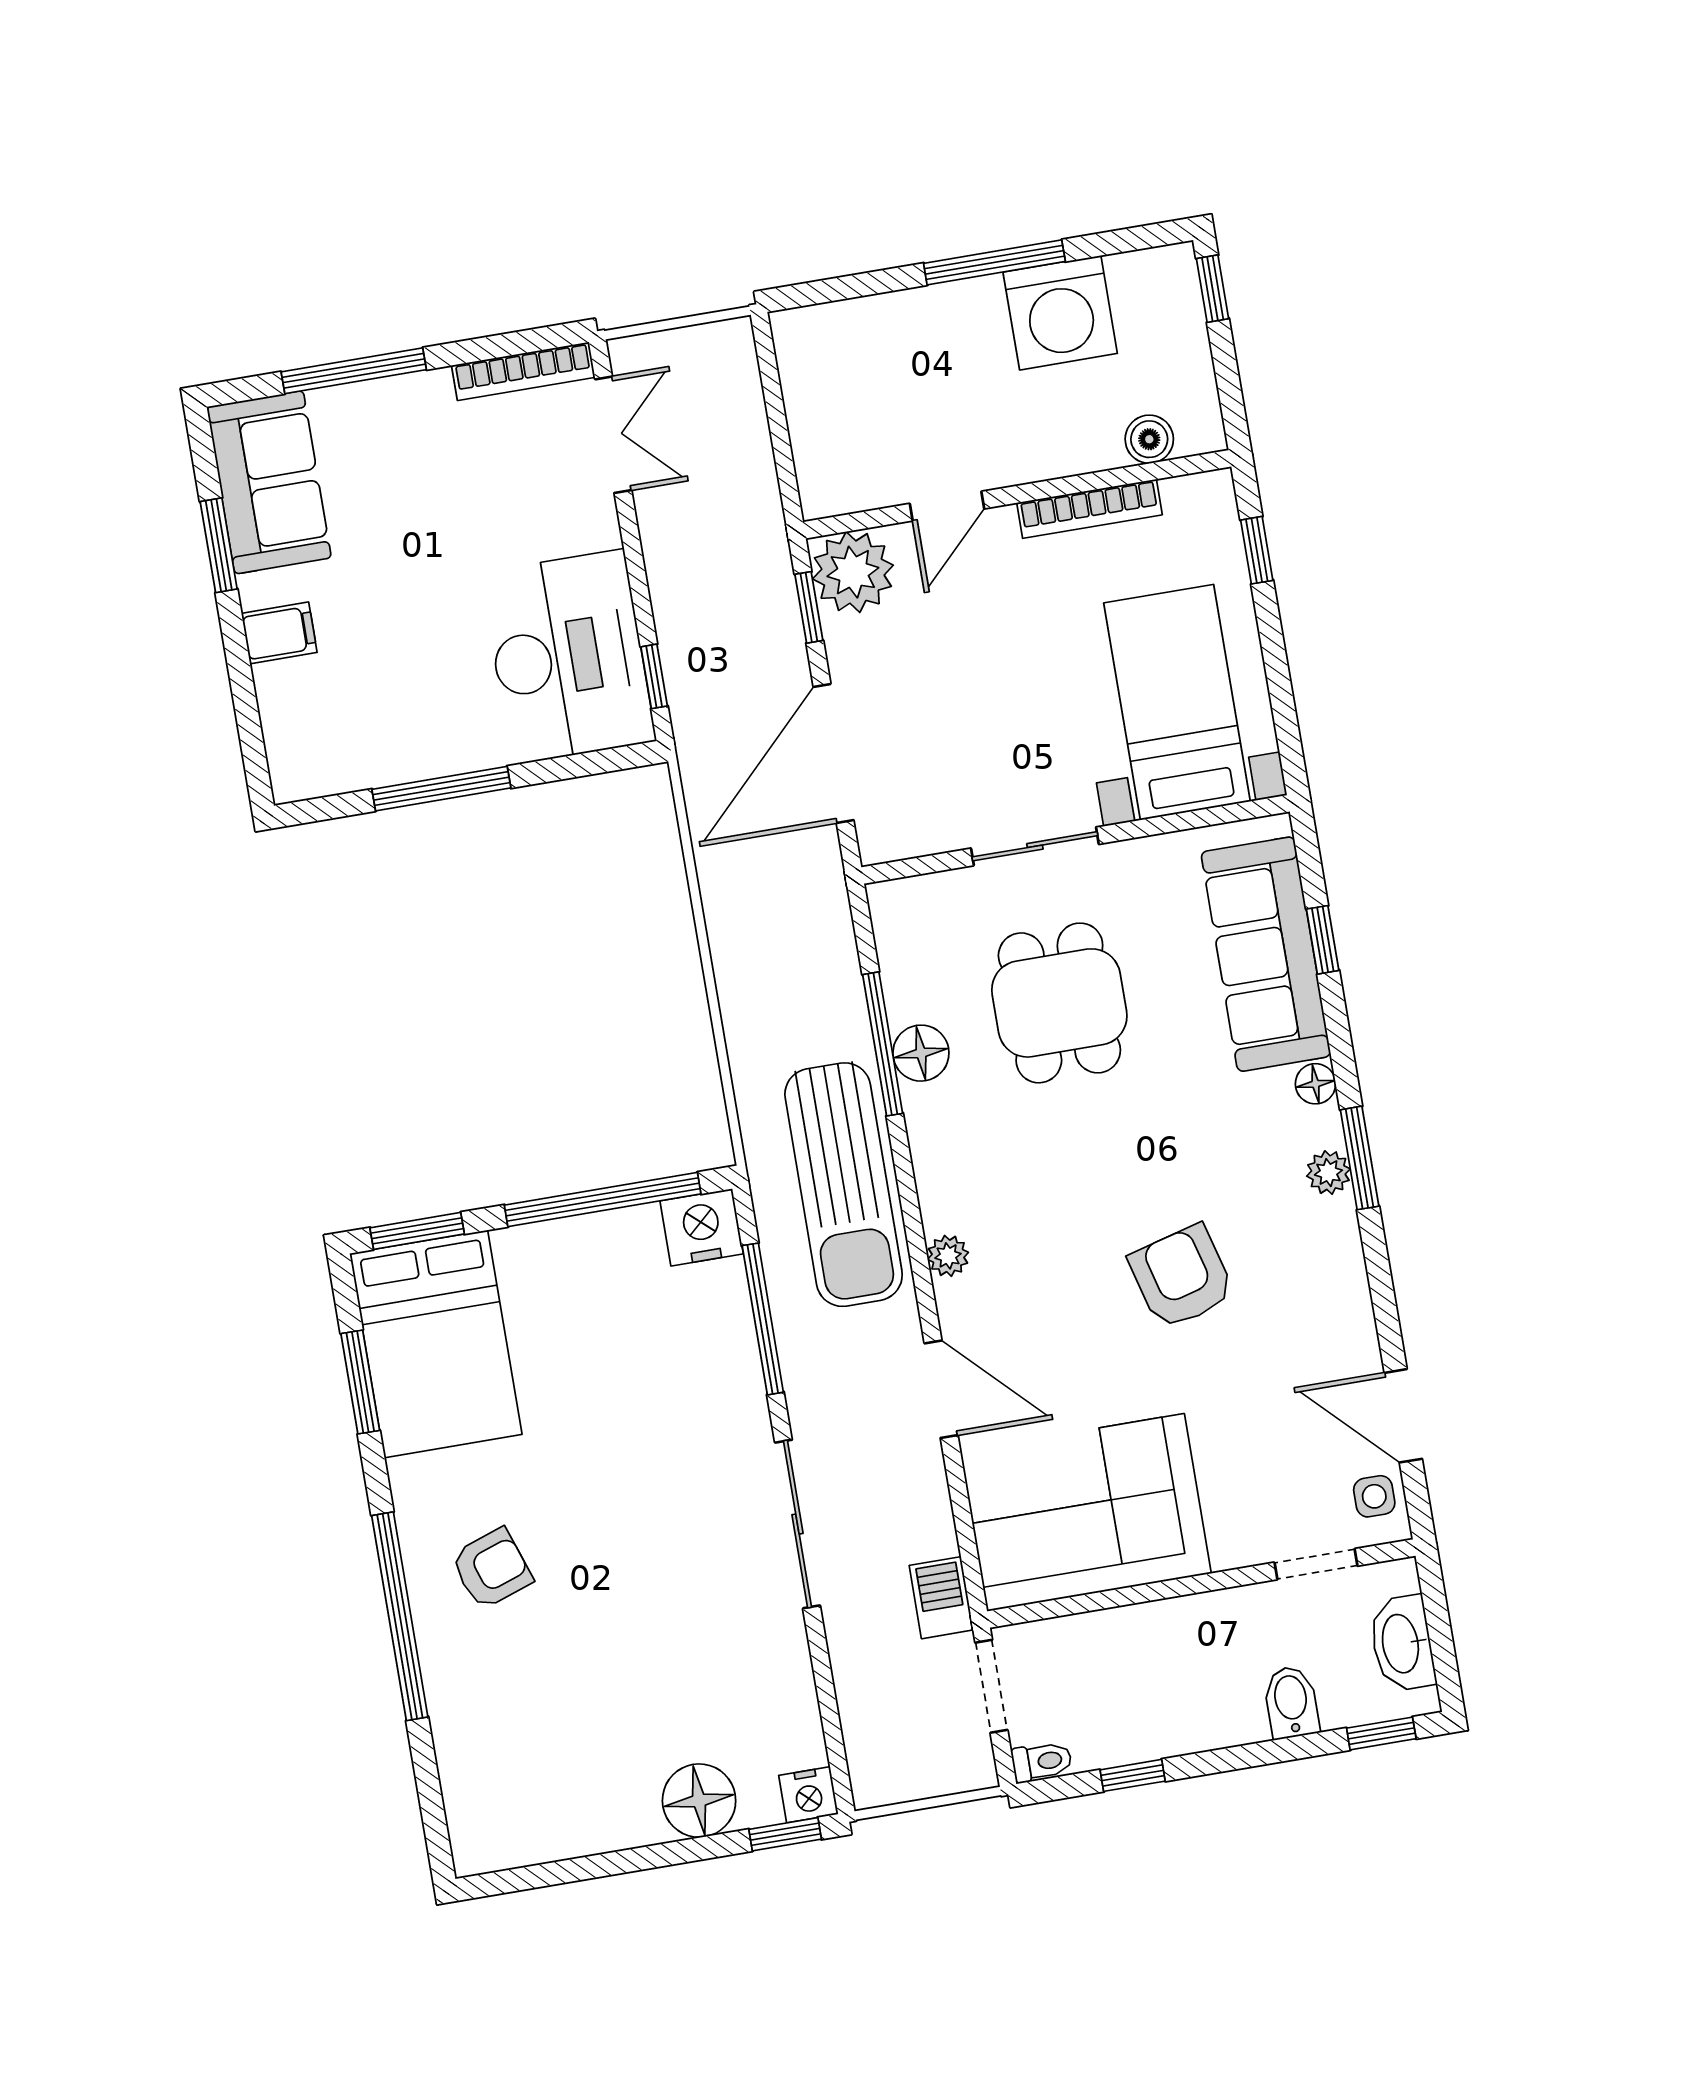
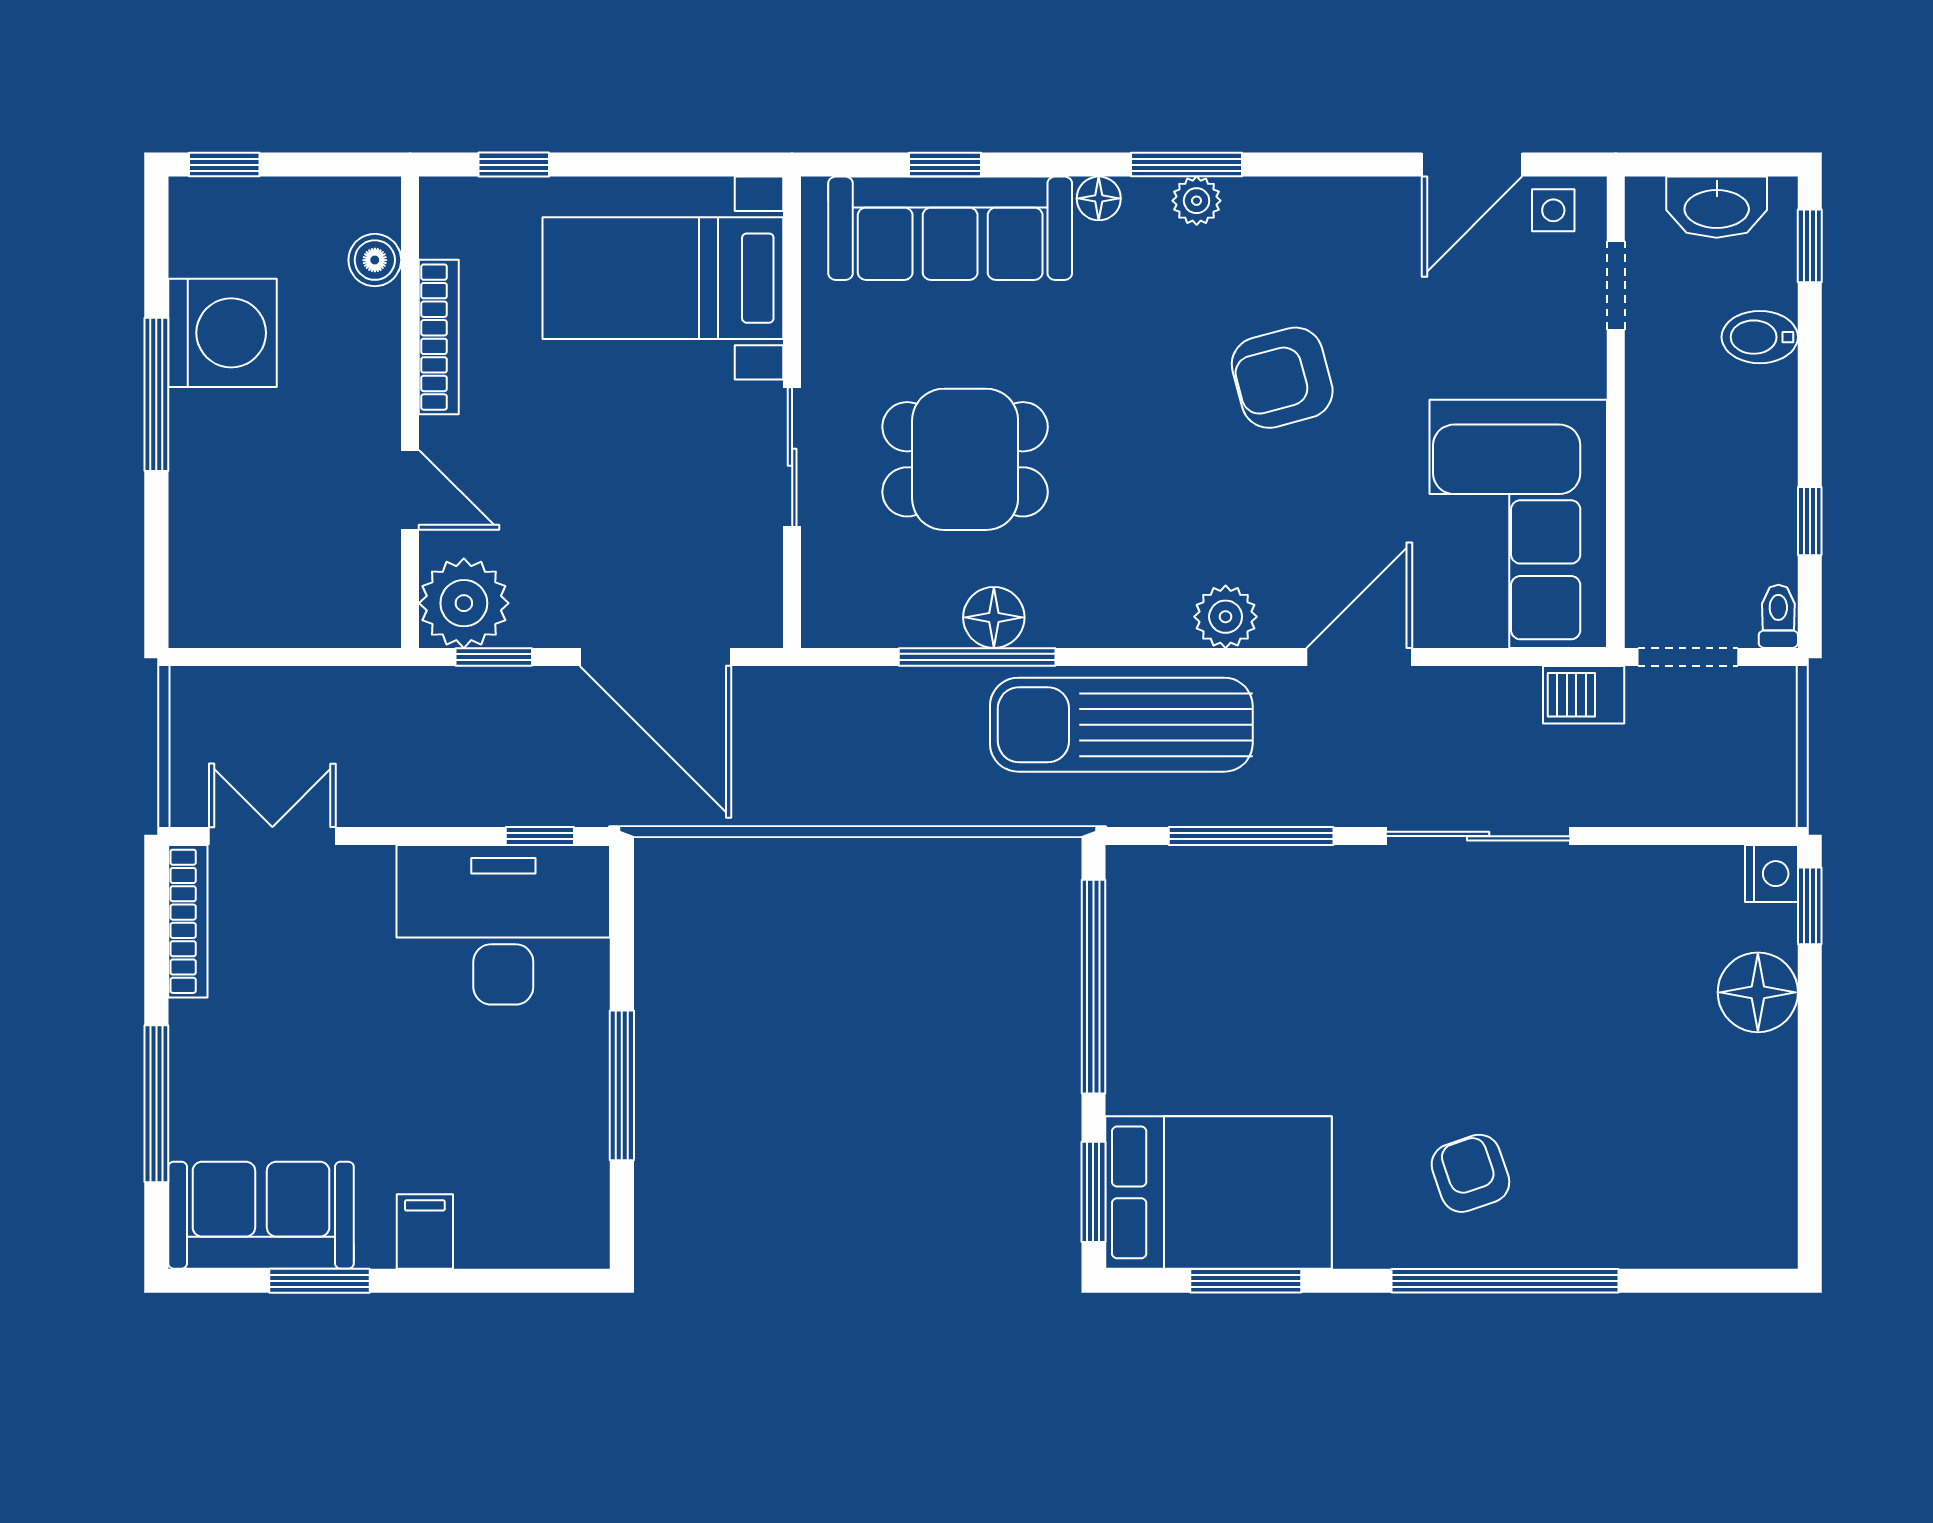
sun lounger: (844, 1185) -> (1121, 725), turned 180
nightstand: (702, 1227) -> (1141, 885), removed
plant: (948, 1256) -> (1226, 617), width x1.38, depth x1.38

